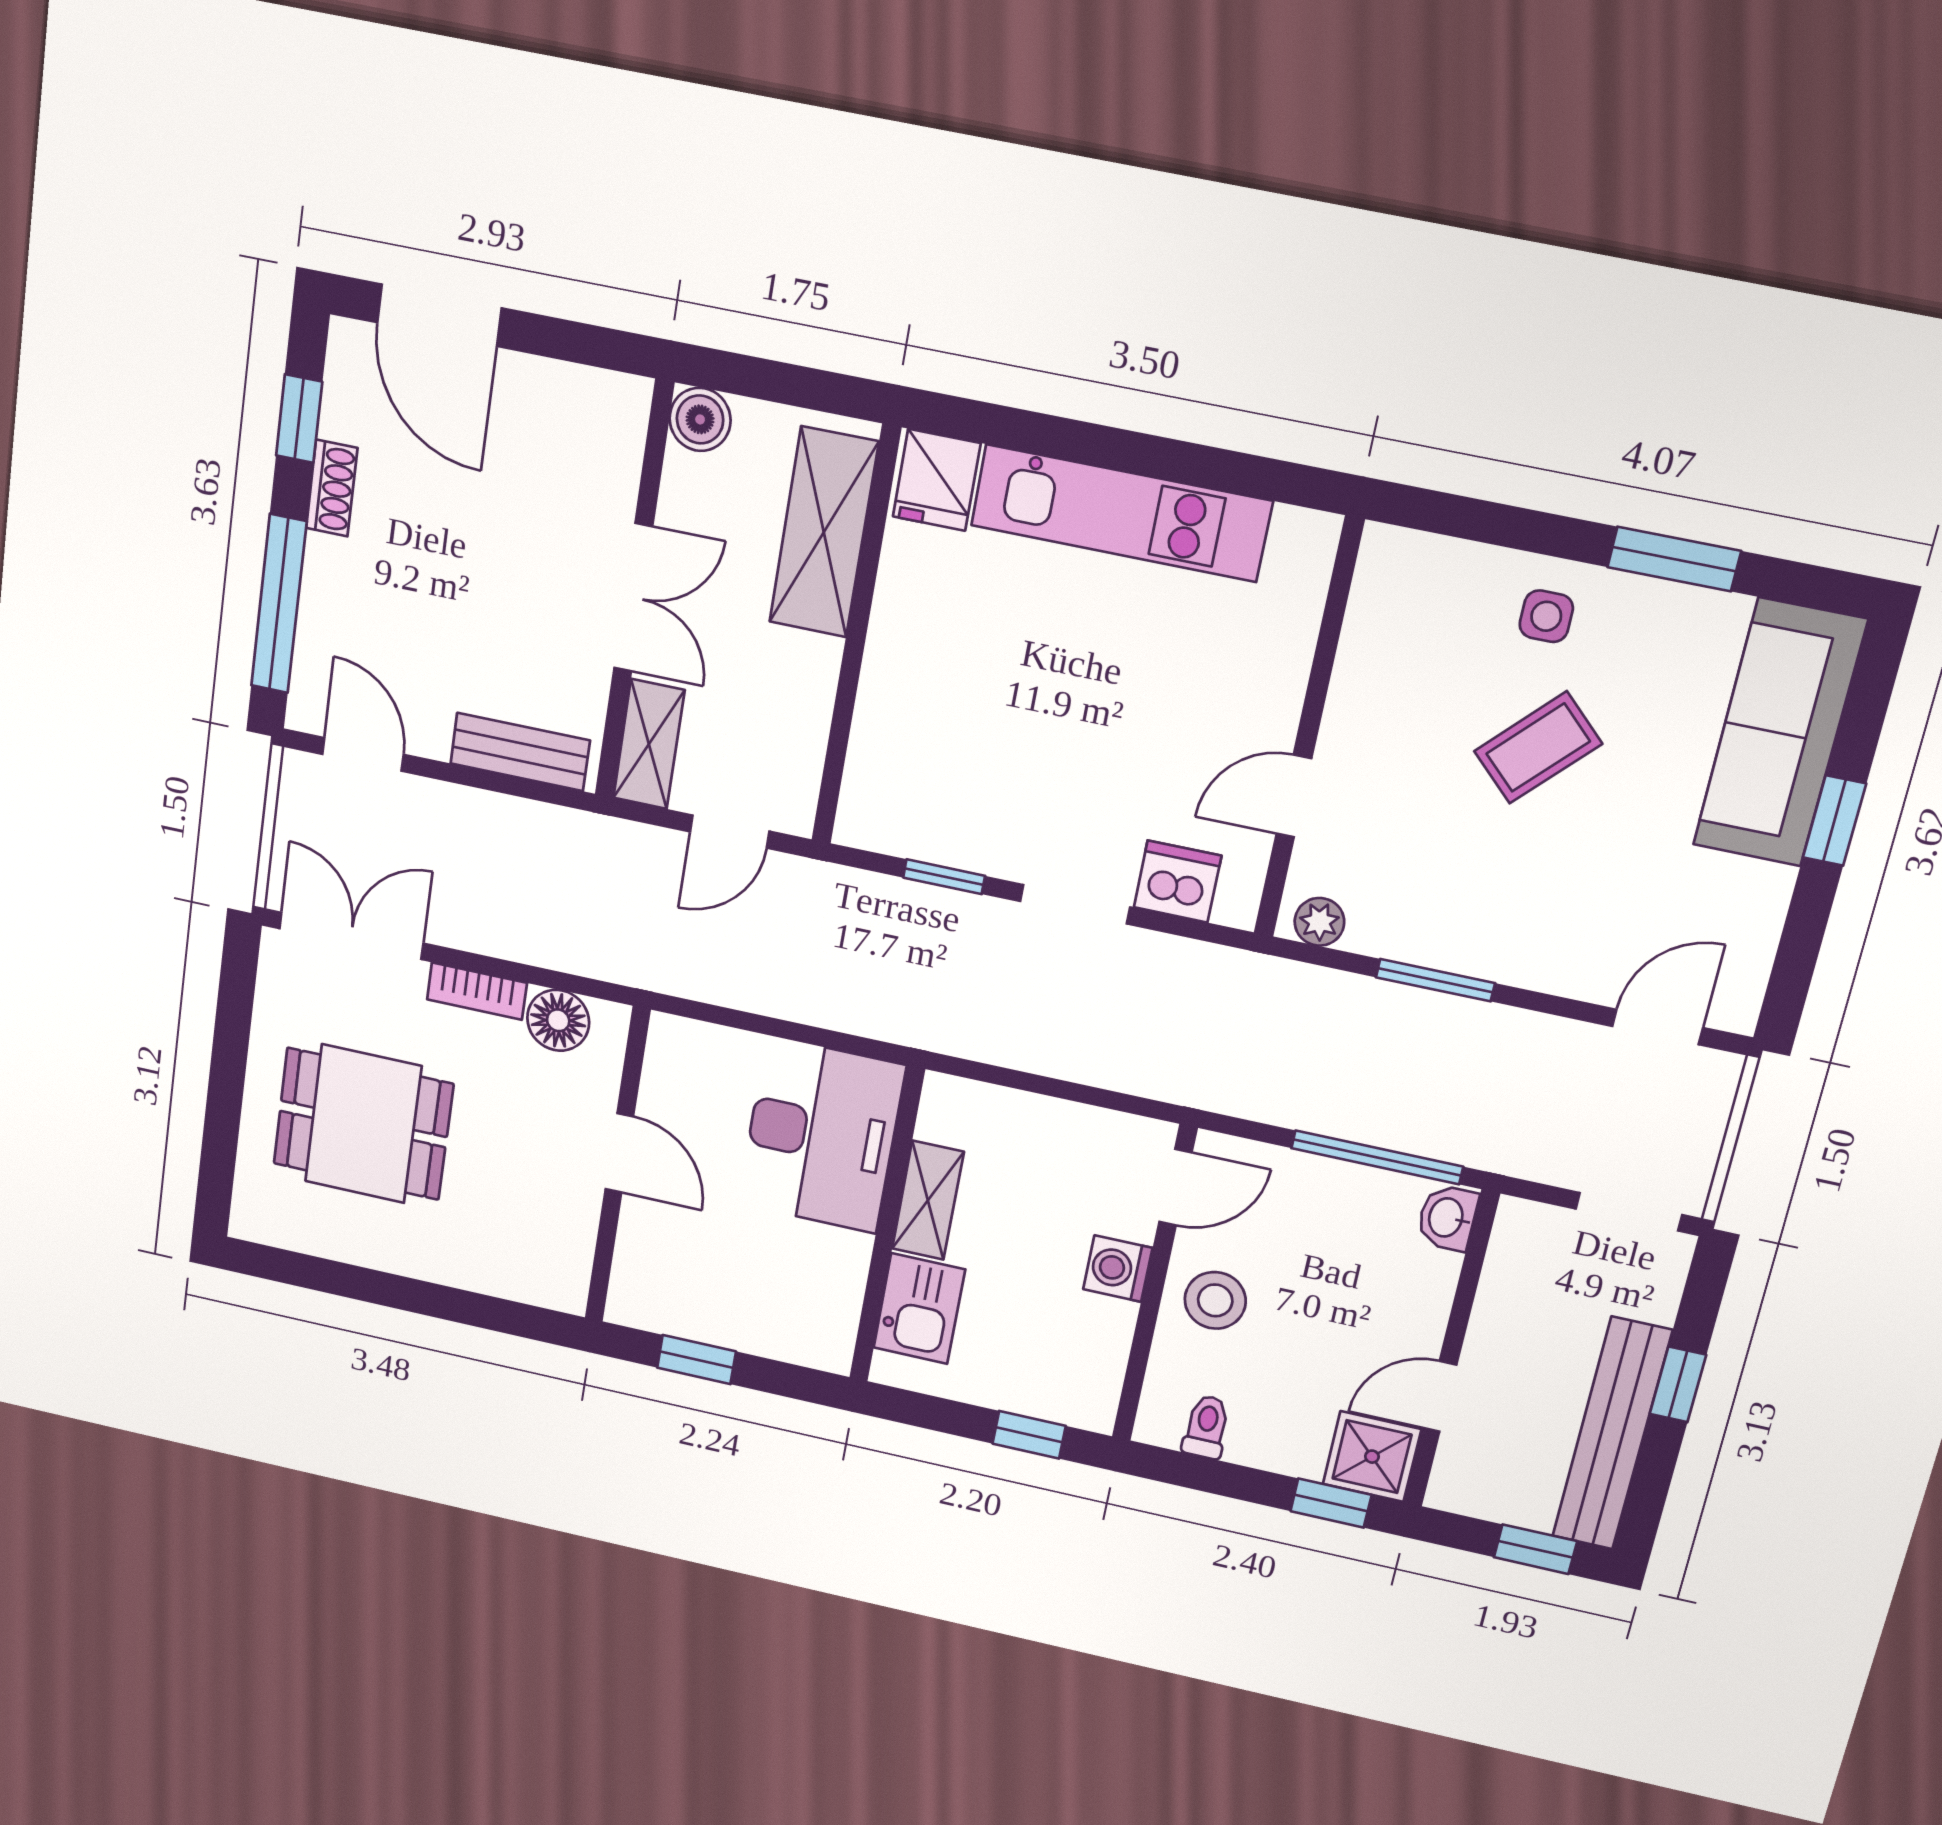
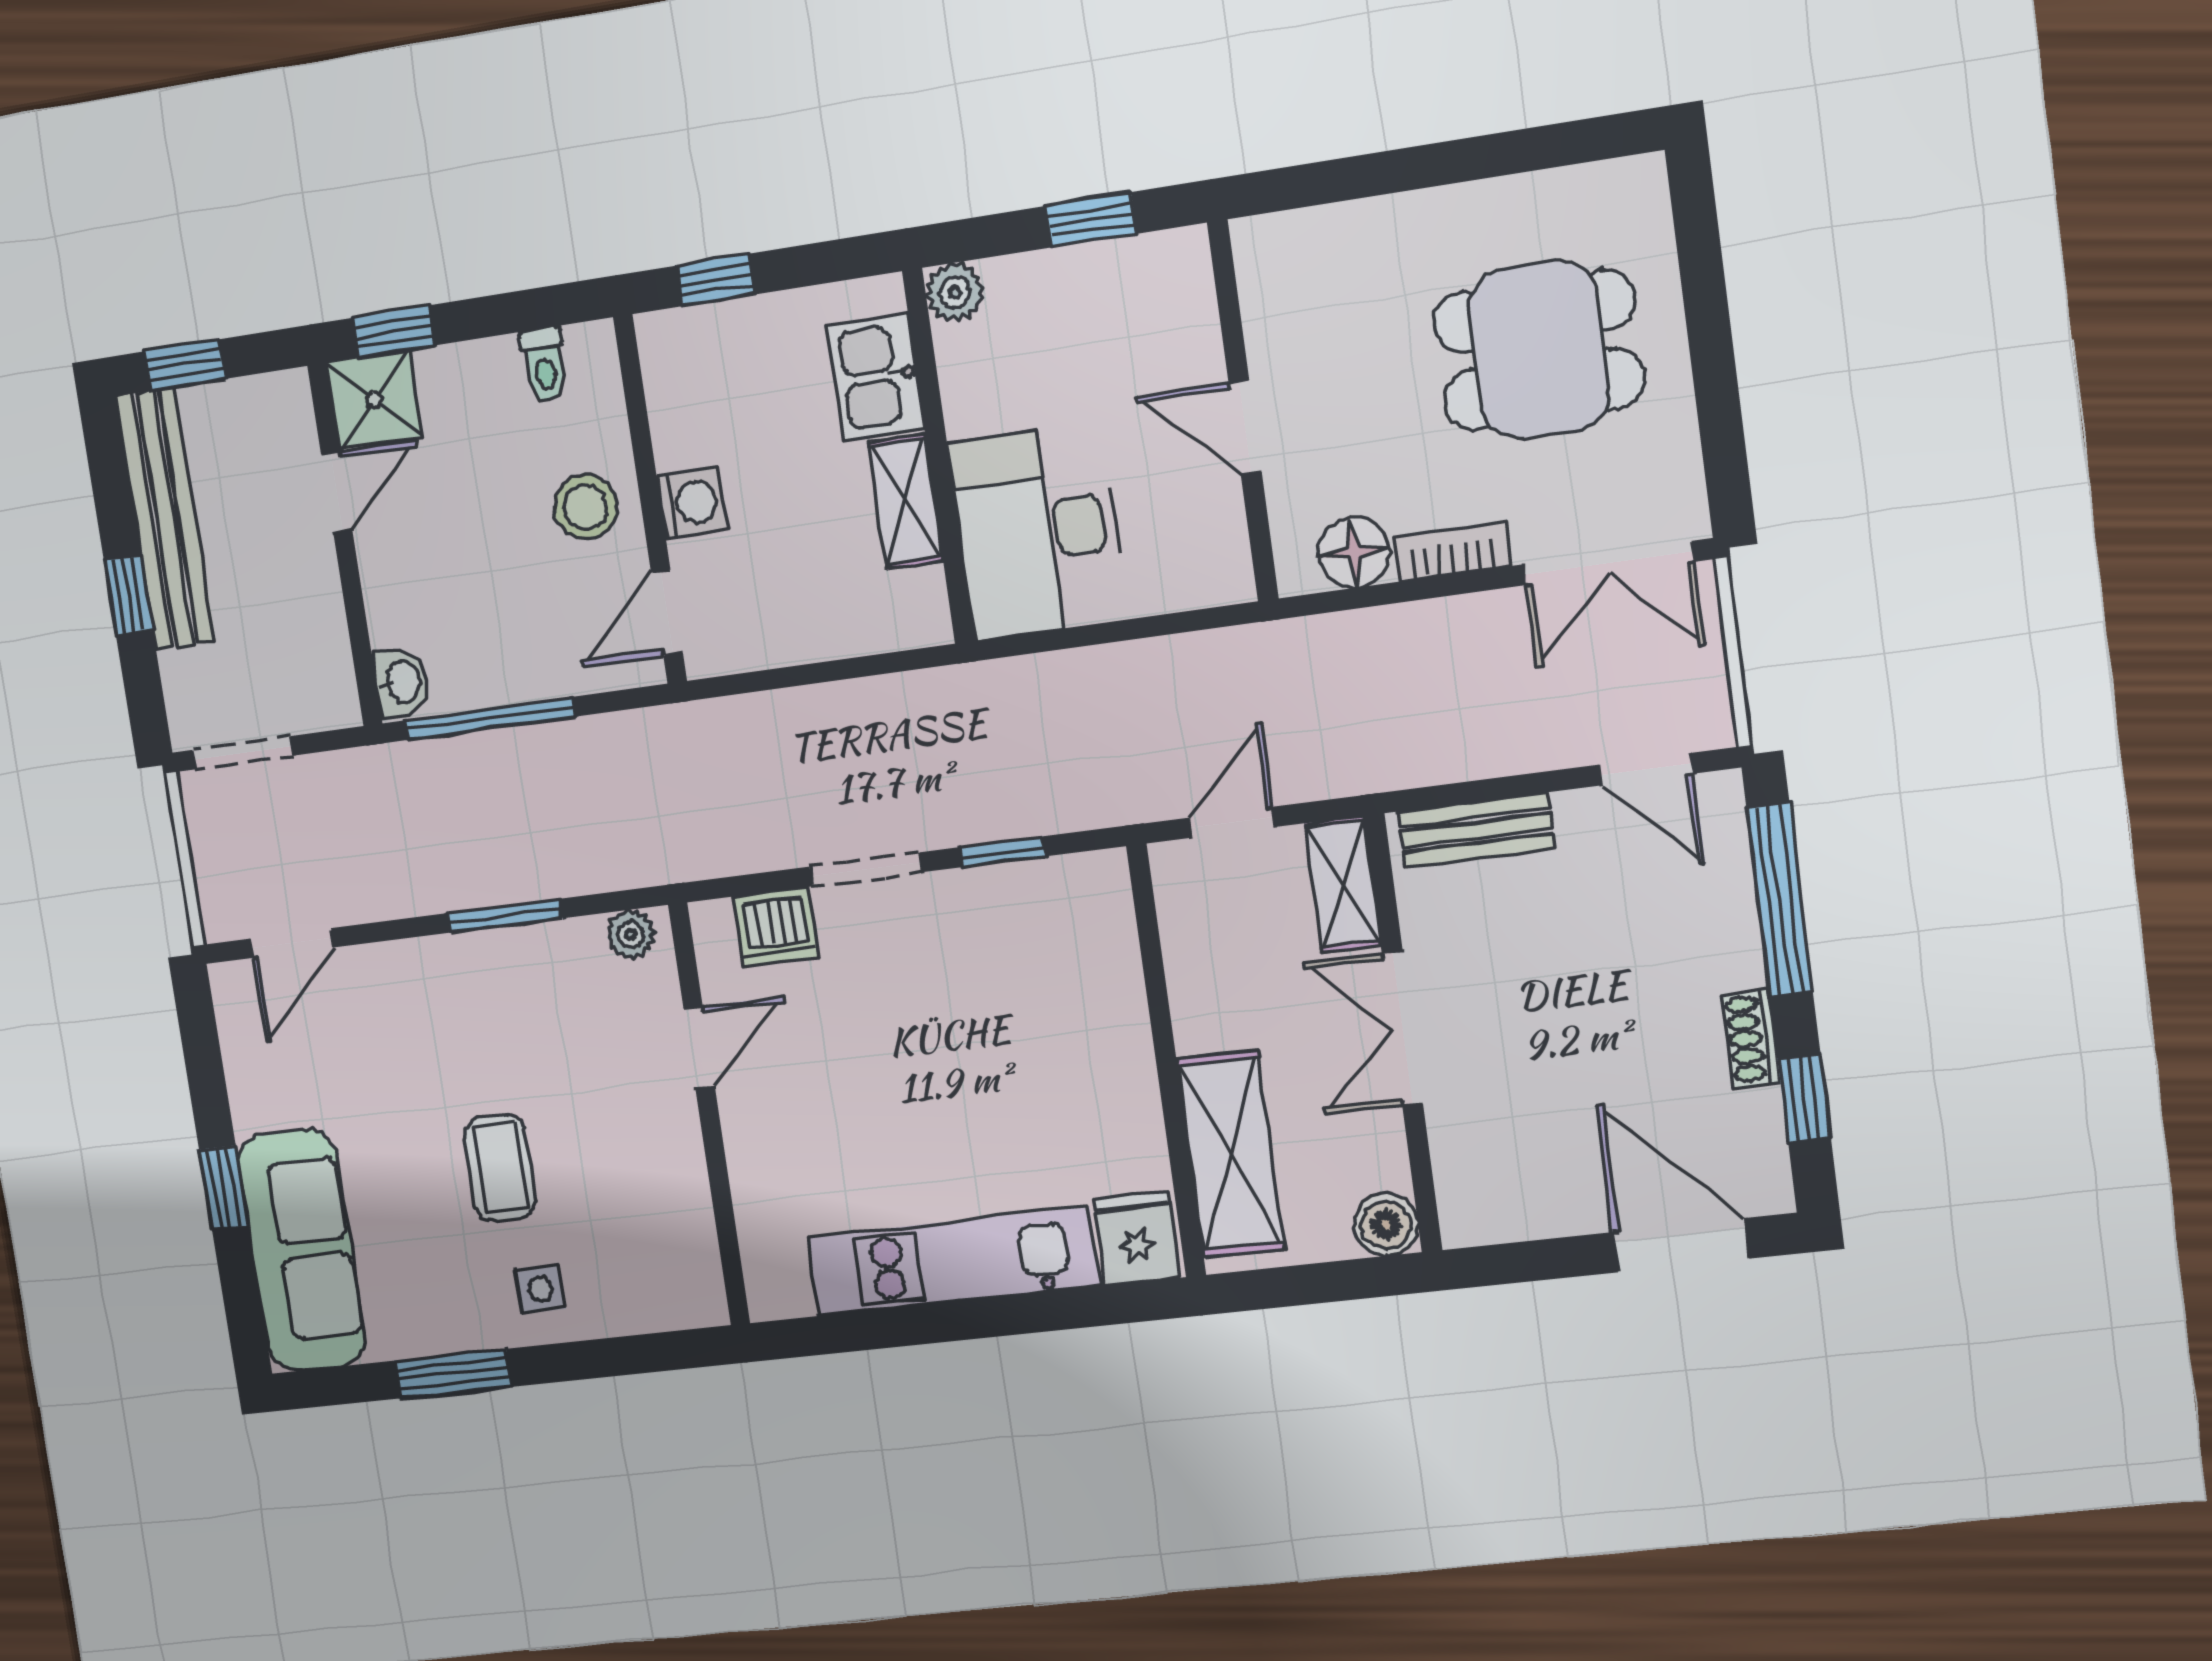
coffee table: (1538, 748) -> (500, 1168), turned -44
plant: (829, 1348) -> (954, 292), added

